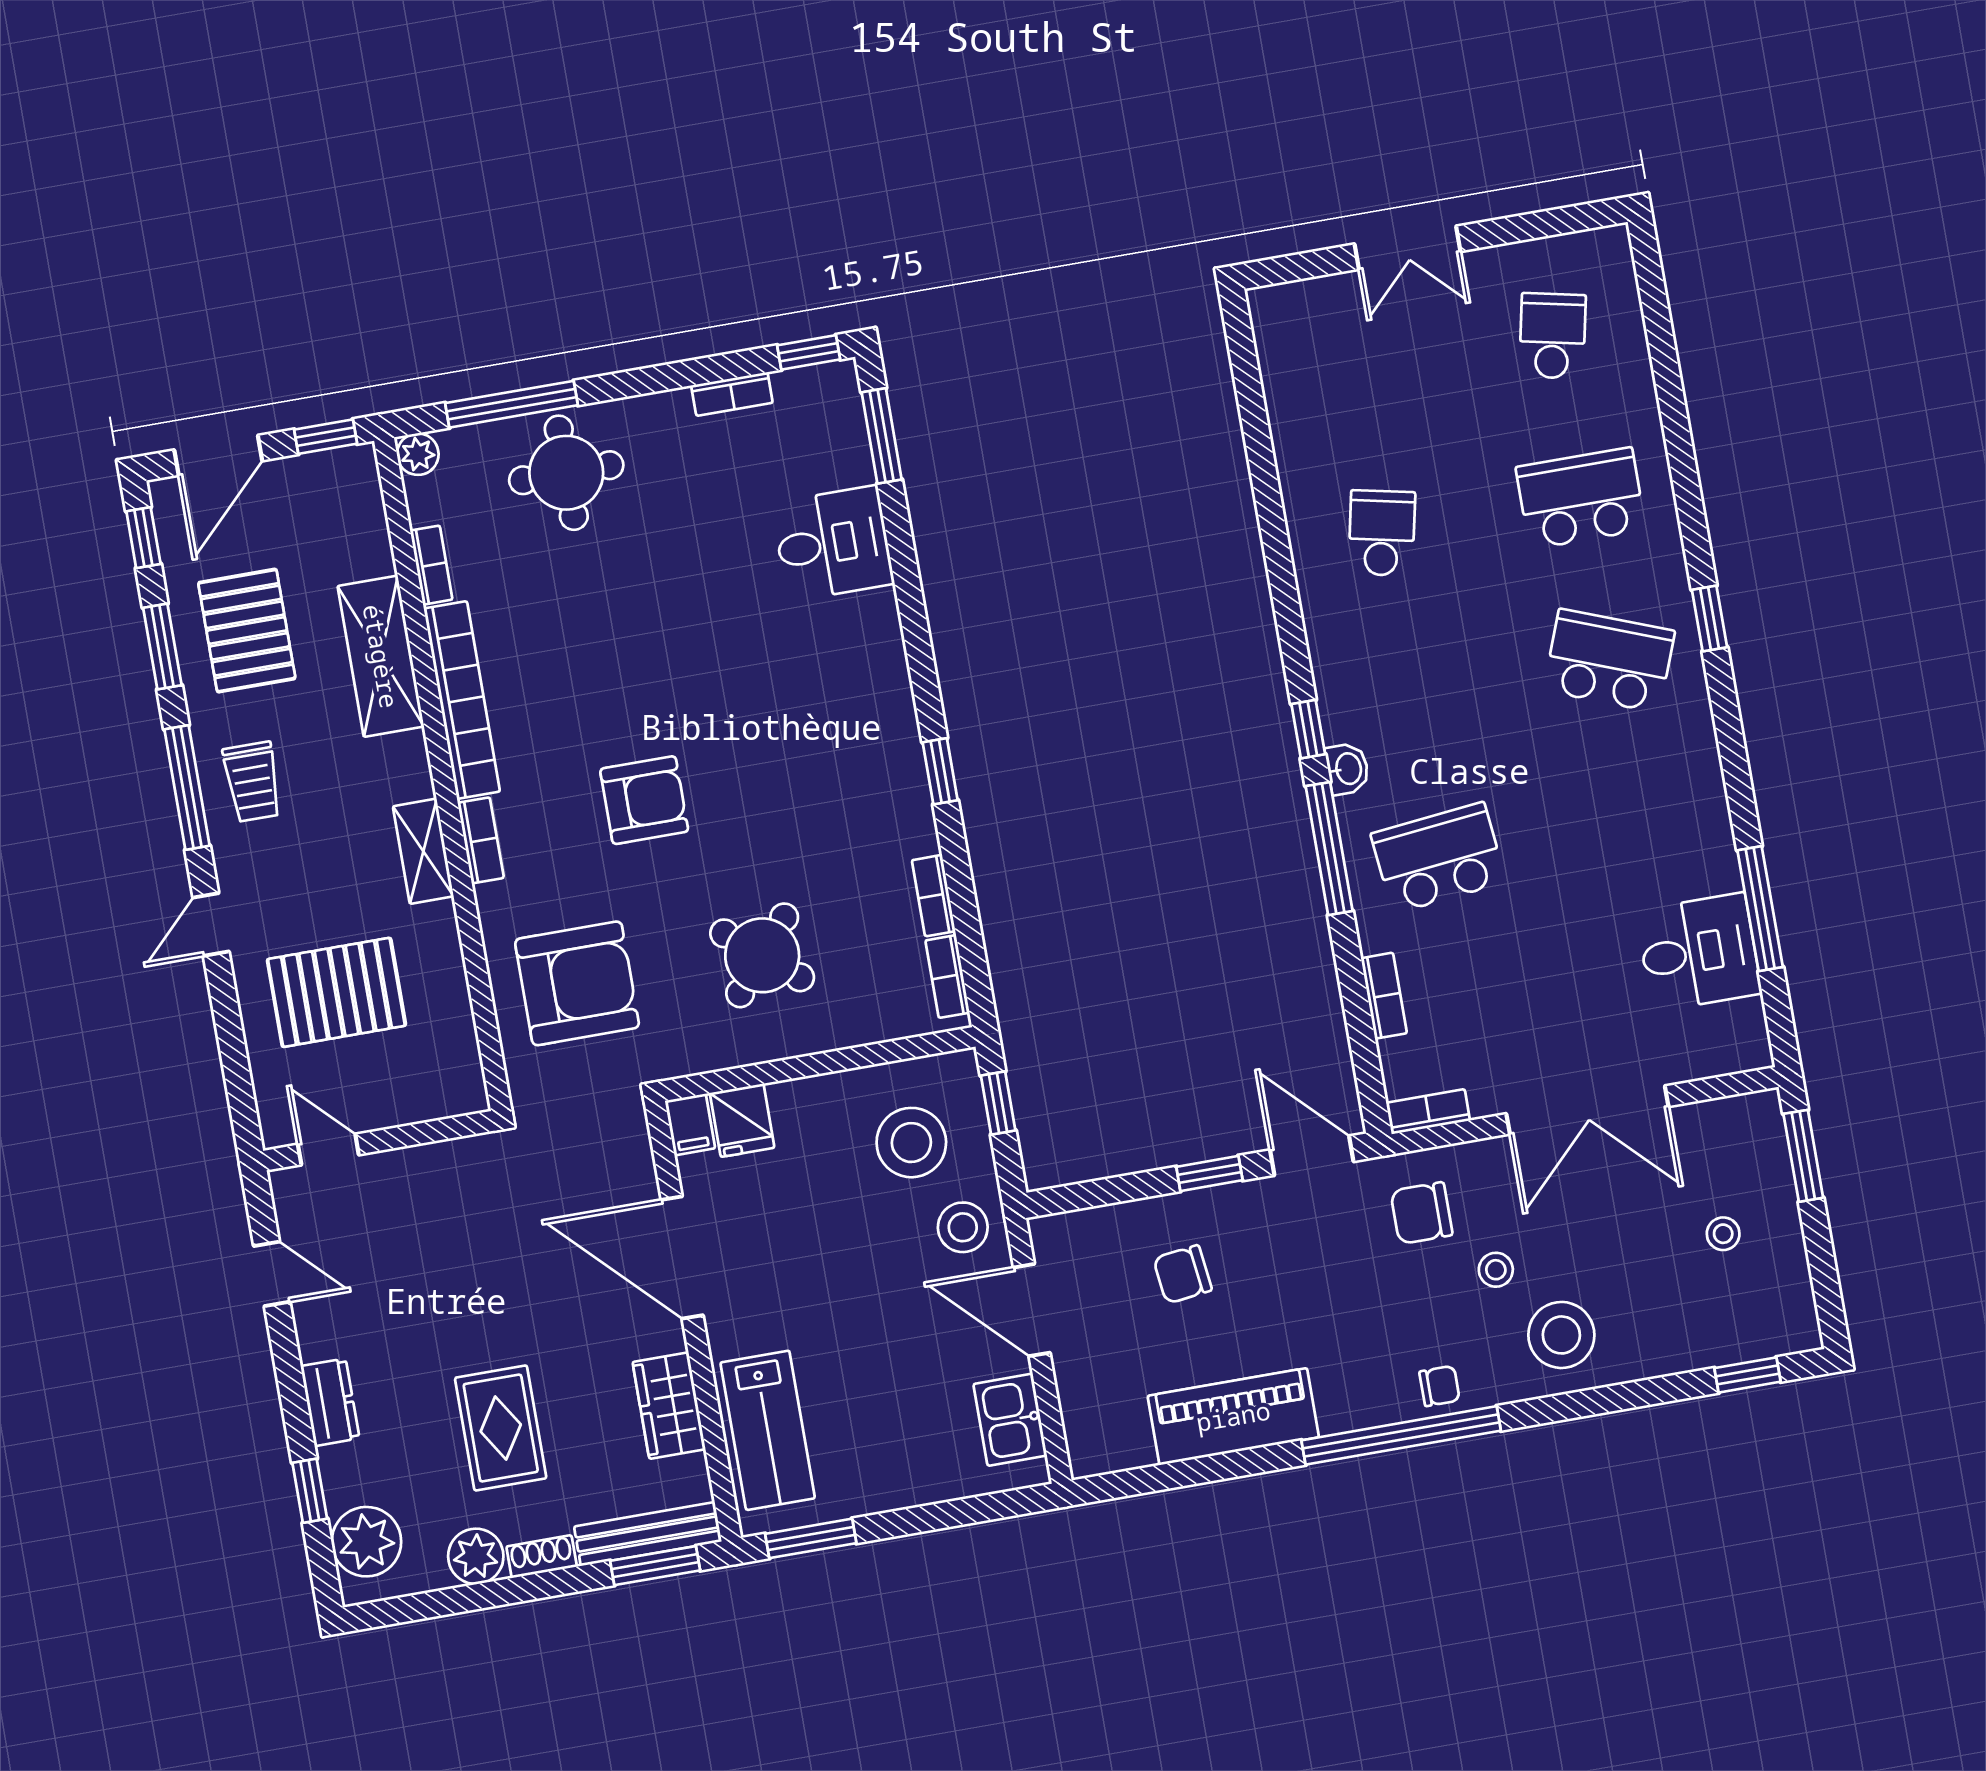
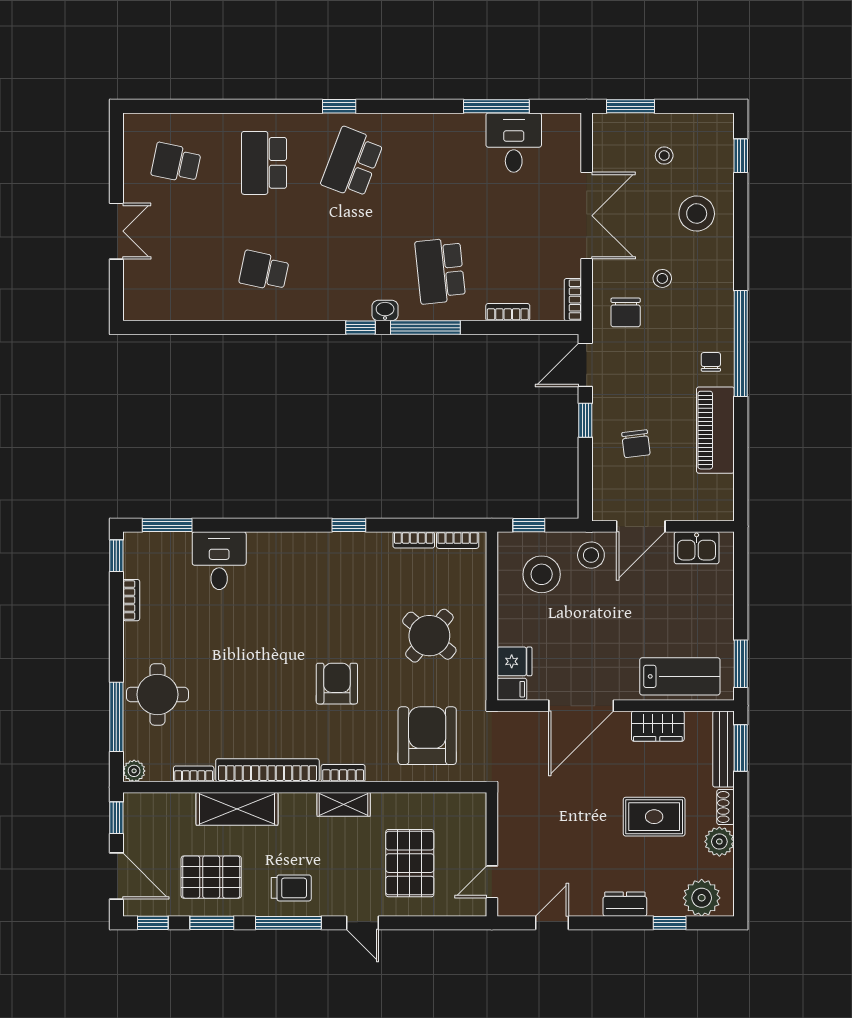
stool: (1561, 1335) -> (697, 213), moved
chair: (1440, 1386) -> (711, 362), moved

